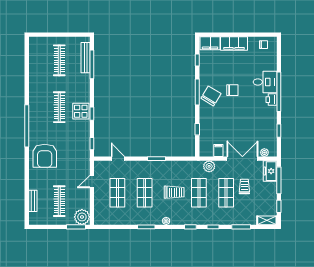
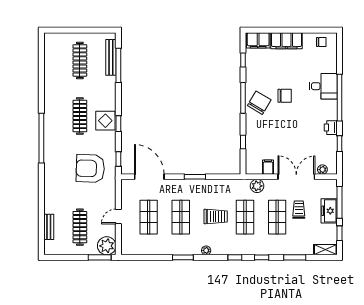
printer: (271, 100) -> (331, 128), moved
armchair: (45, 156) -> (90, 168), moved, turned 92
door: (118, 159) -> (149, 177), width x1.87
freezer: (270, 171) -> (329, 211), moved
door: (92, 181) -> (118, 216), moved

